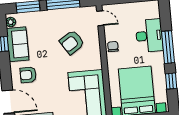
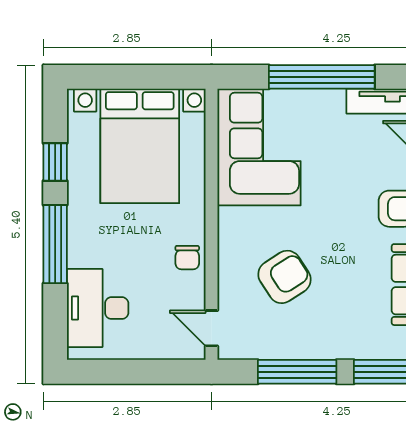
desk: (149, 36) -> (98, 308), moved

